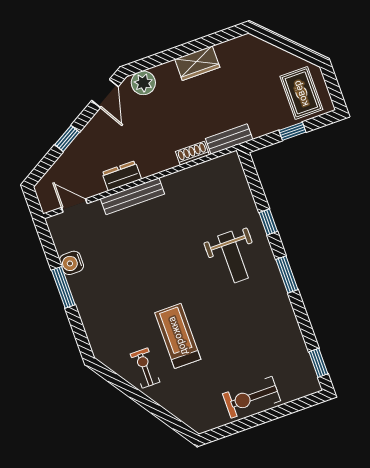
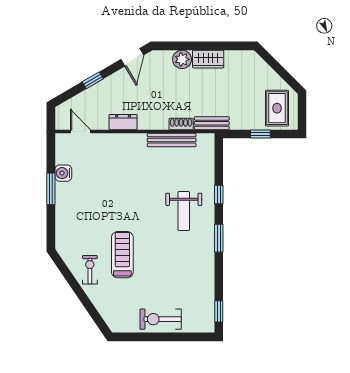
plant: (143, 83) -> (182, 59), moved
bench: (132, 196) -> (172, 140), moved

